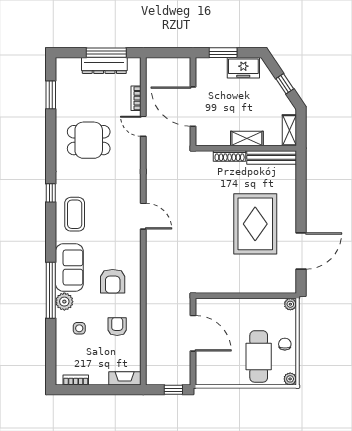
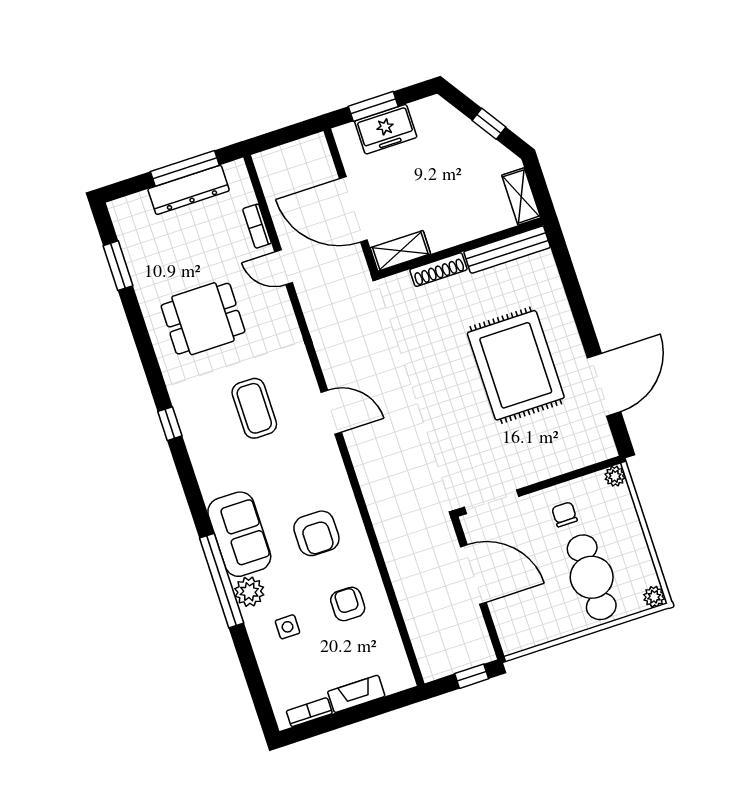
freezer: (243, 68) -> (386, 129), moved
shelving: (247, 138) -> (400, 251), moved
coffee table: (75, 214) -> (254, 408), moved
doorway: (217, 296) -> (492, 502), added
chair: (285, 344) -> (564, 514), moved
fireplace: (125, 378) -> (356, 694), moved

